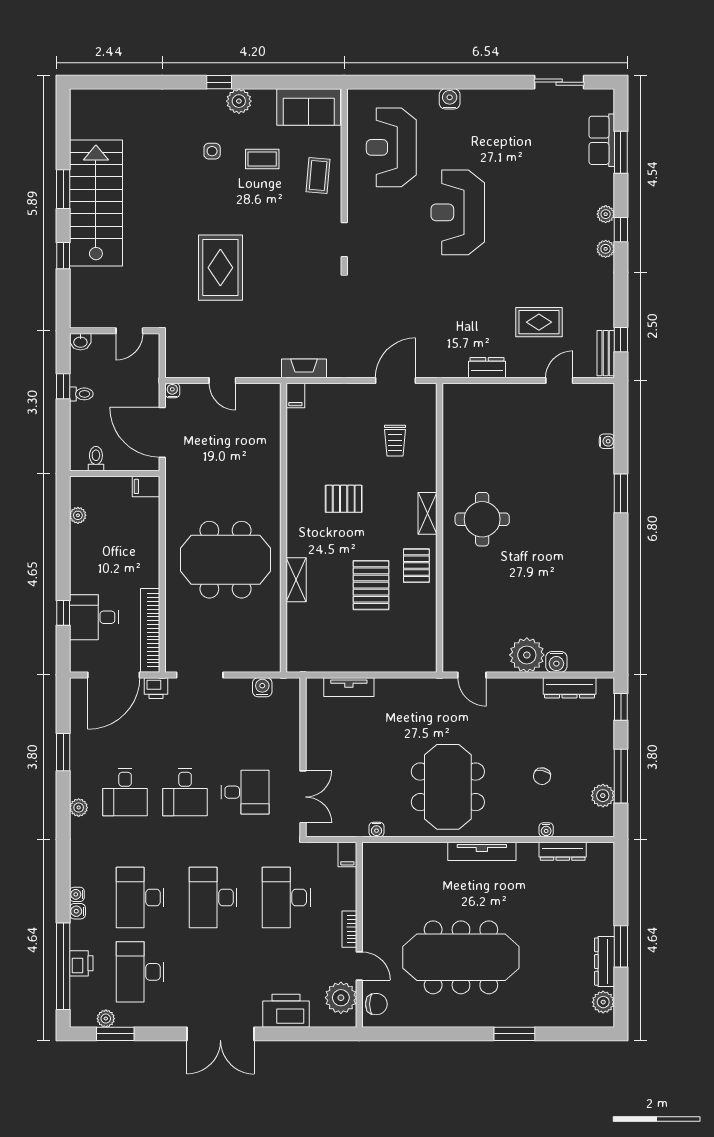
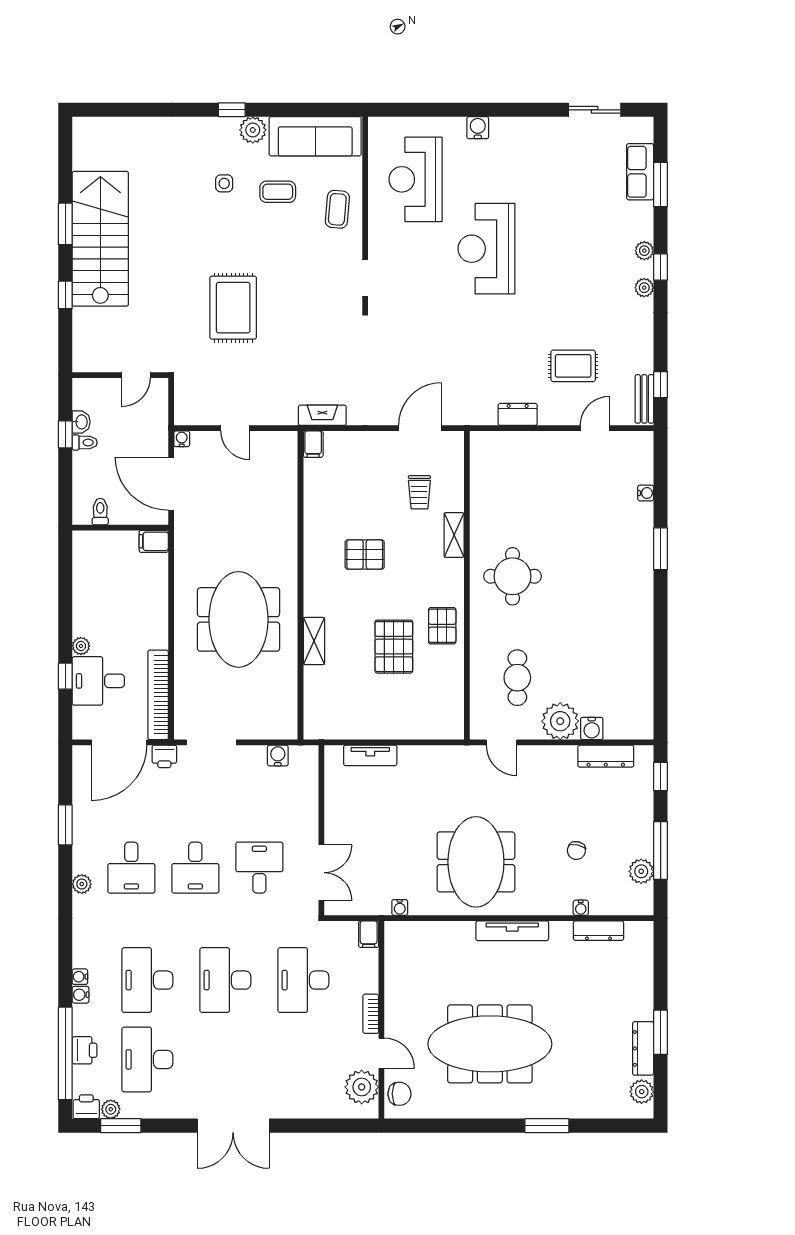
sofa: (309, 107) -> (315, 136), width x1.36
washbasin: (80, 342) -> (81, 422), moved, turned -90
shelving: (427, 513) -> (454, 535), moved
plant: (78, 515) -> (81, 646), moved
meeting table: (225, 560) -> (239, 619), turned 90
cafe table: (487, 614) -> (517, 678), added
desk: (245, 792) -> (259, 868), turned -90
printer: (286, 1011) -> (86, 1107), moved, width x0.53, depth x0.68

